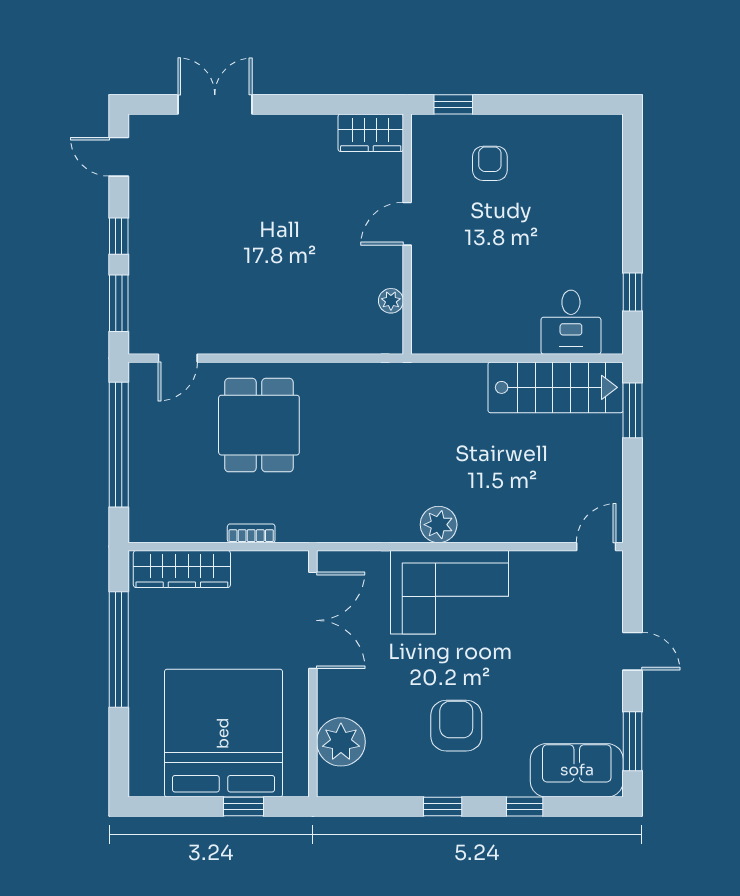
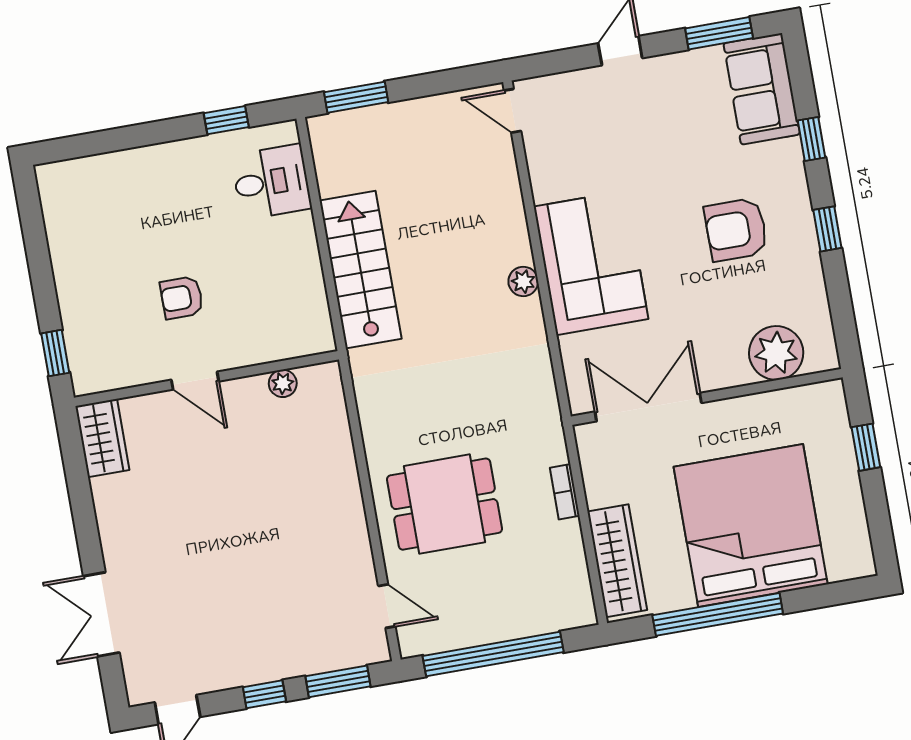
armchair: (490, 163) -> (182, 298), moved
stairs: (556, 387) -> (361, 270), moved
plant: (439, 525) -> (523, 281), width x0.73, depth x0.73
bed: (223, 733) -> (751, 526), moved, turned 90

